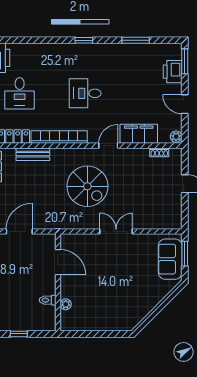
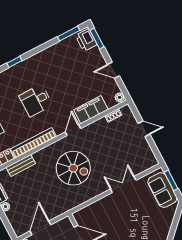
window: (136, 40) -> (69, 34), moved
printer: (173, 72) -> (86, 40), moved
double door: (116, 232) -> (123, 185), moved

